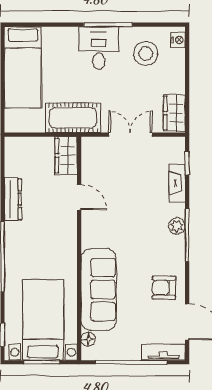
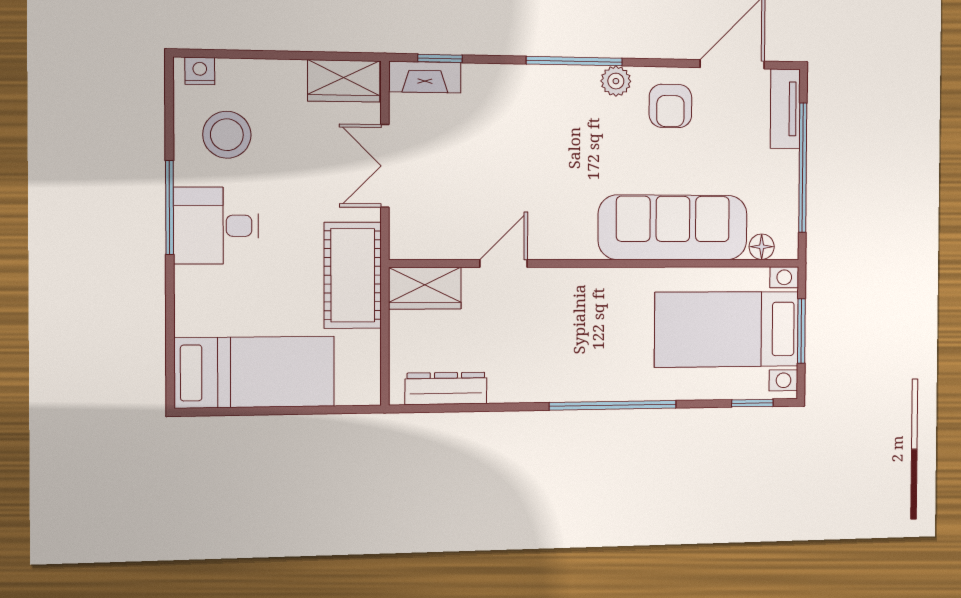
fireplace: (177, 183) -> (425, 77), moved
dresser: (13, 199) -> (446, 388), moved
plant: (177, 226) -> (616, 81), moved

